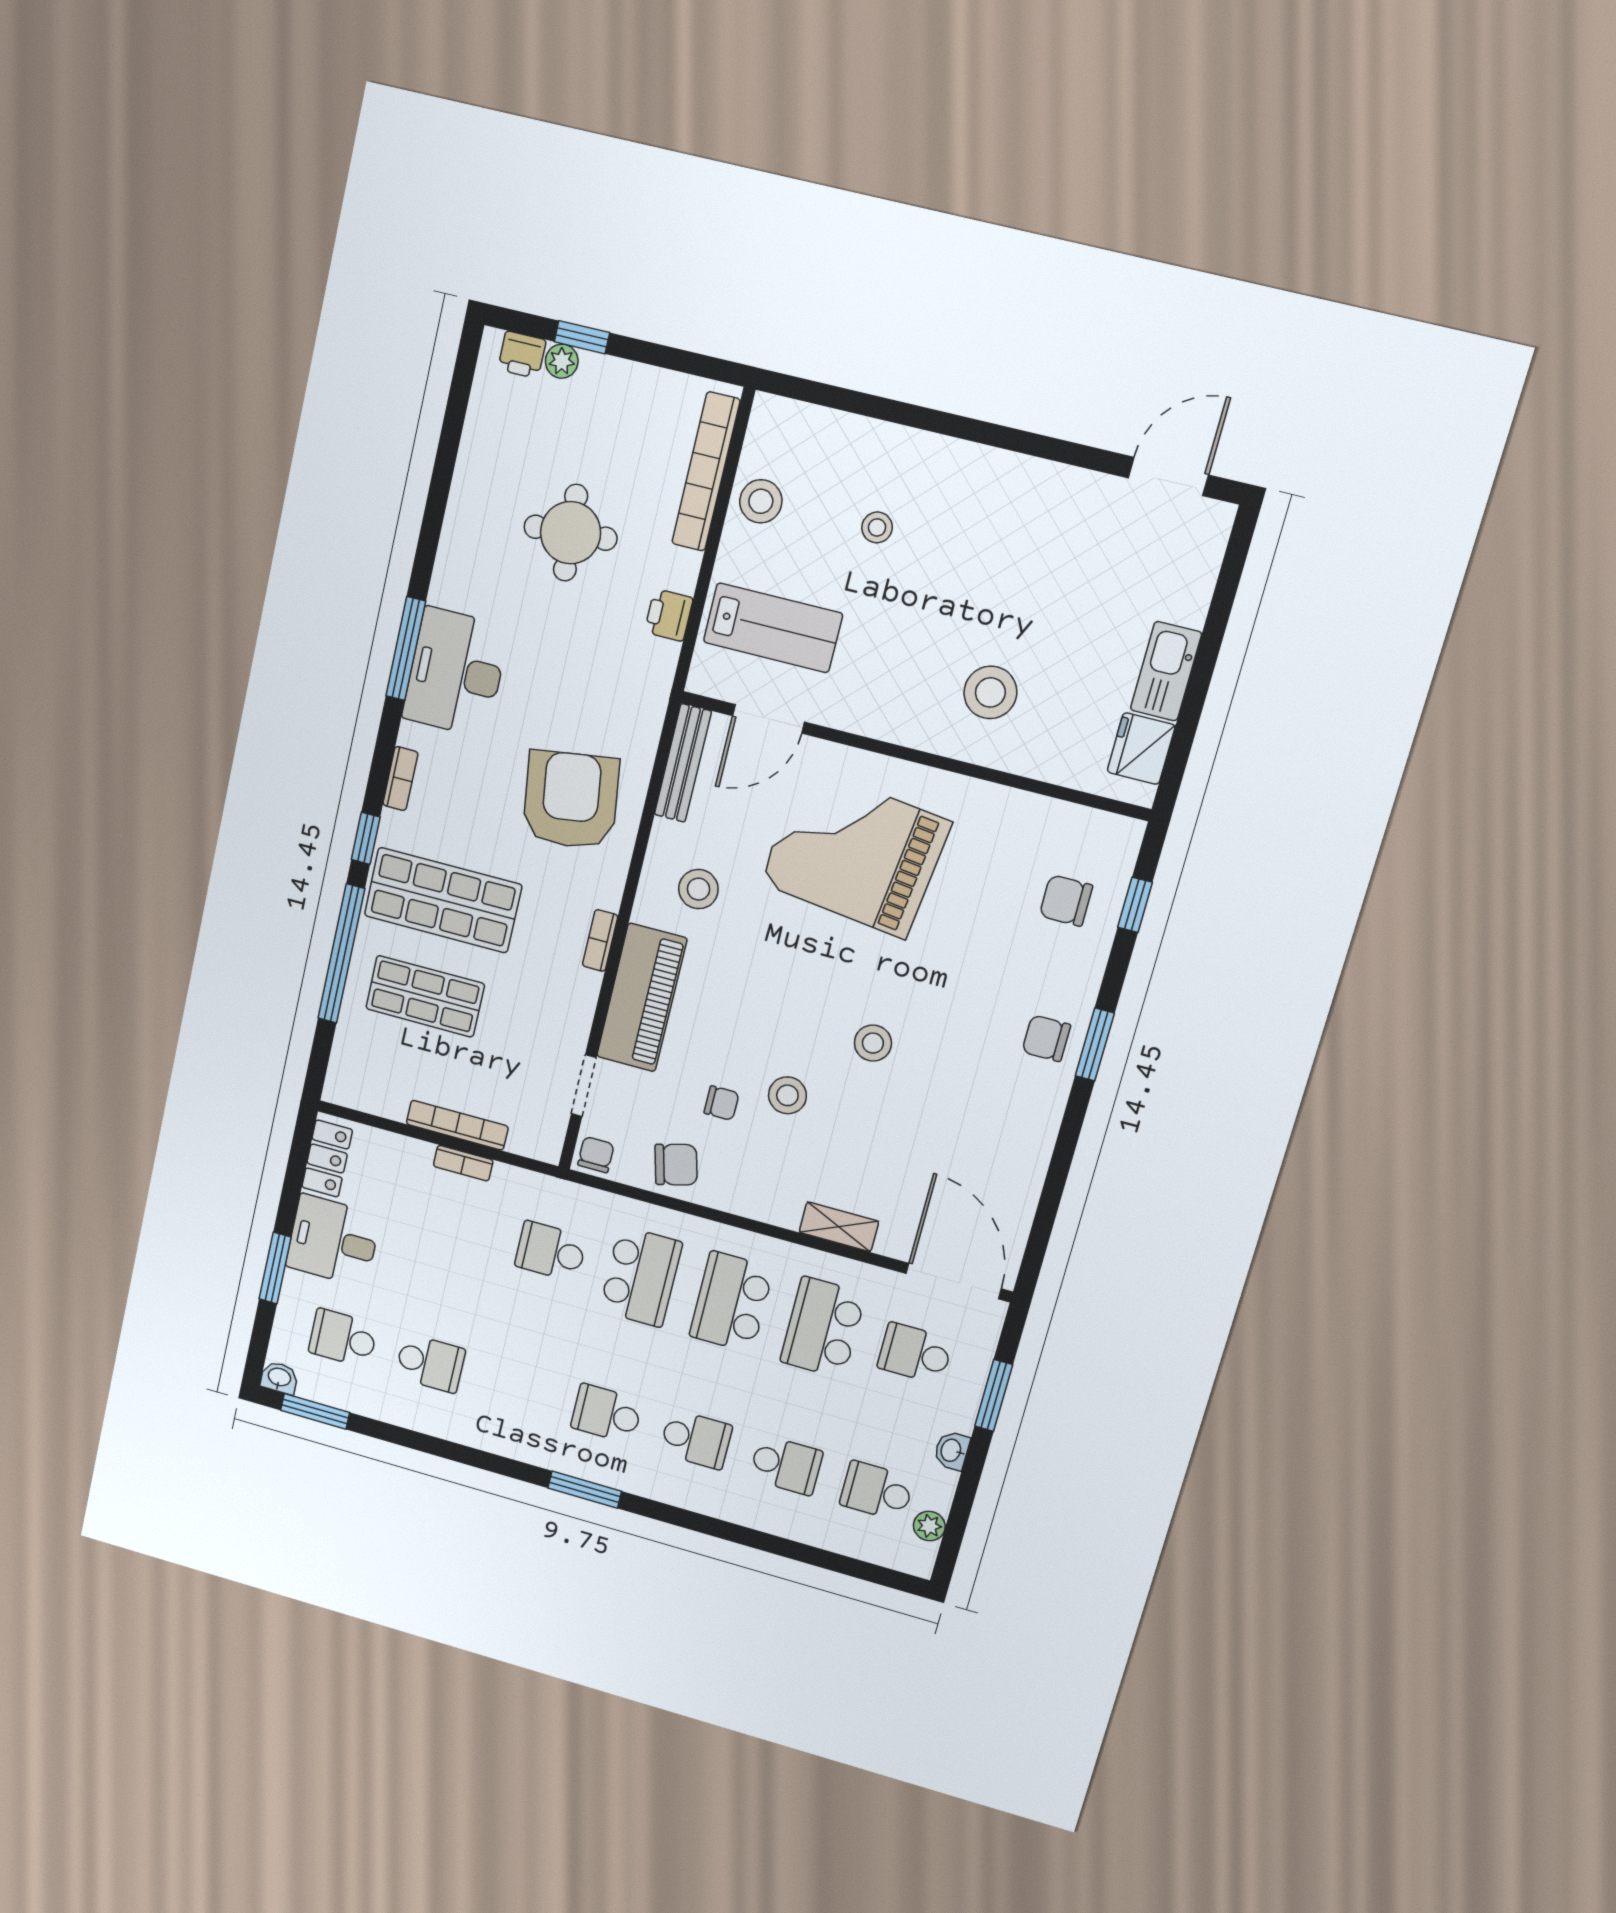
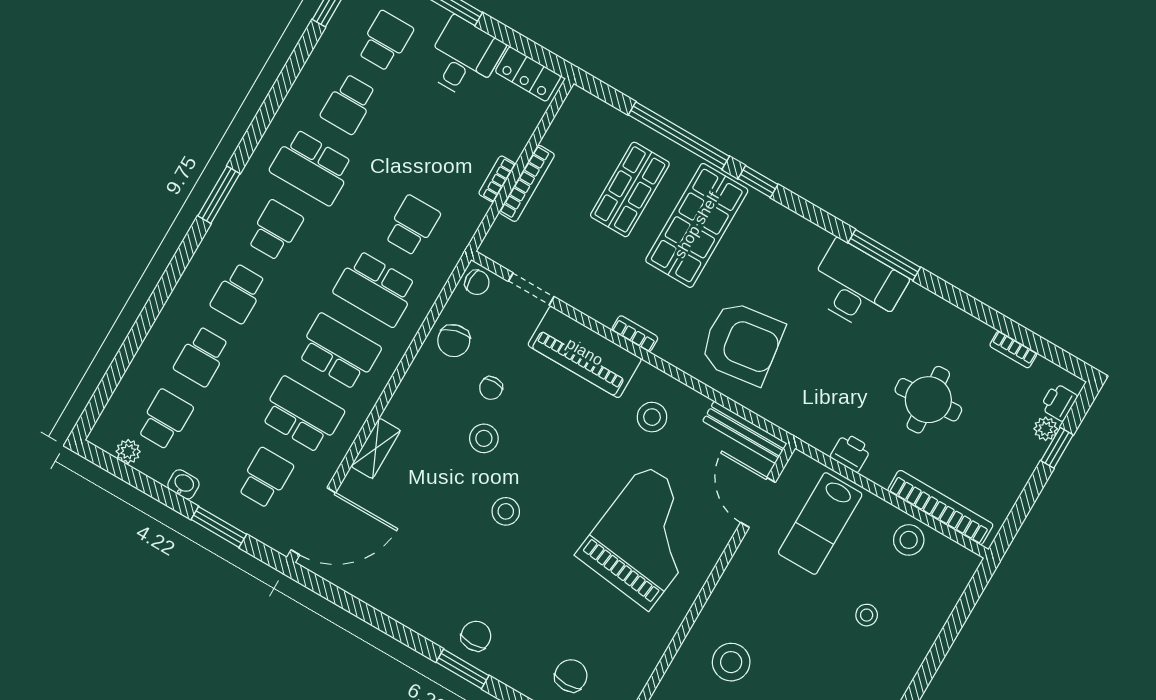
bookcase: (400, 779) -> (1013, 349), moved
school desk: (518, 1388) -> (312, 167), added

